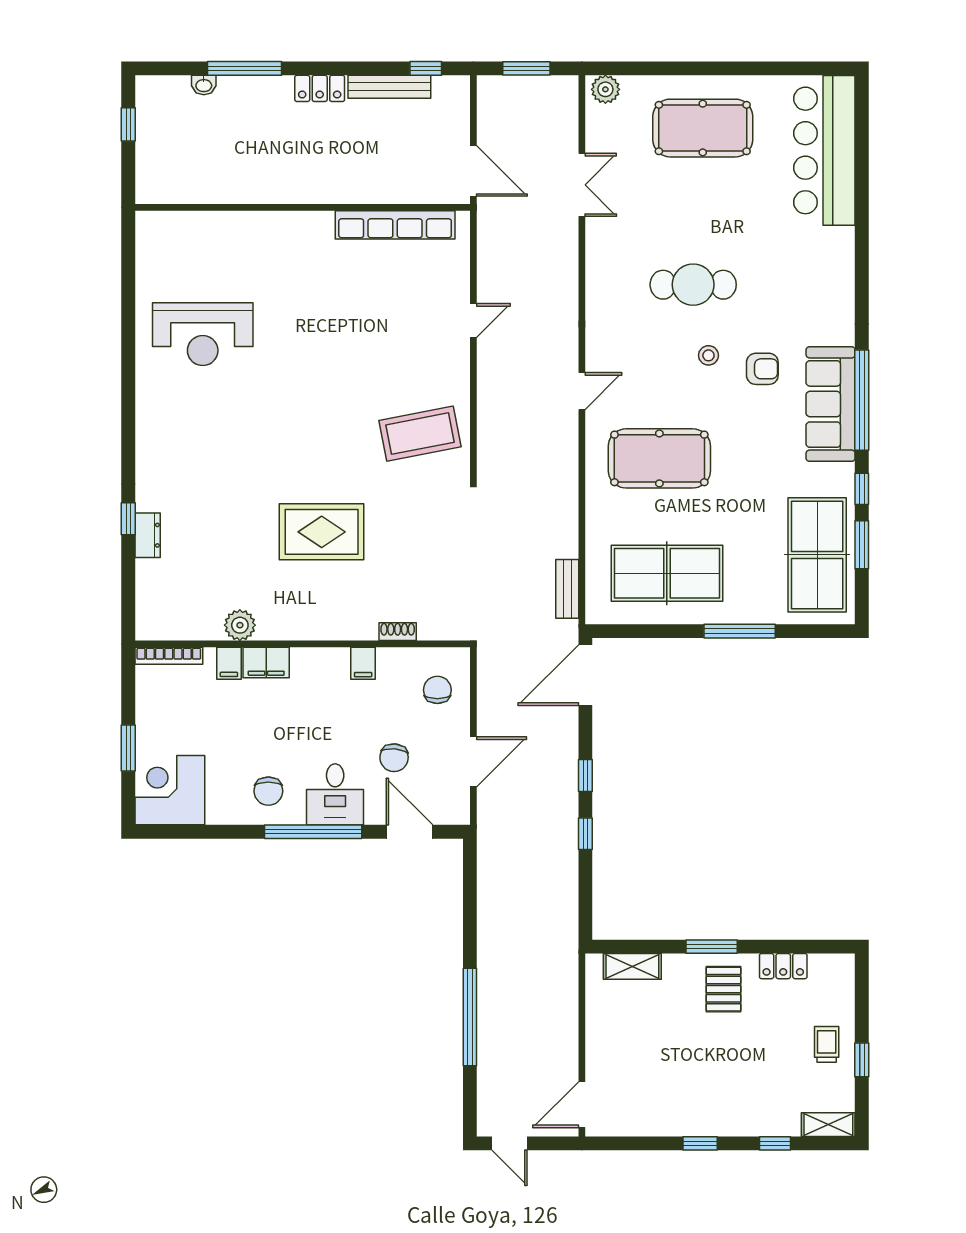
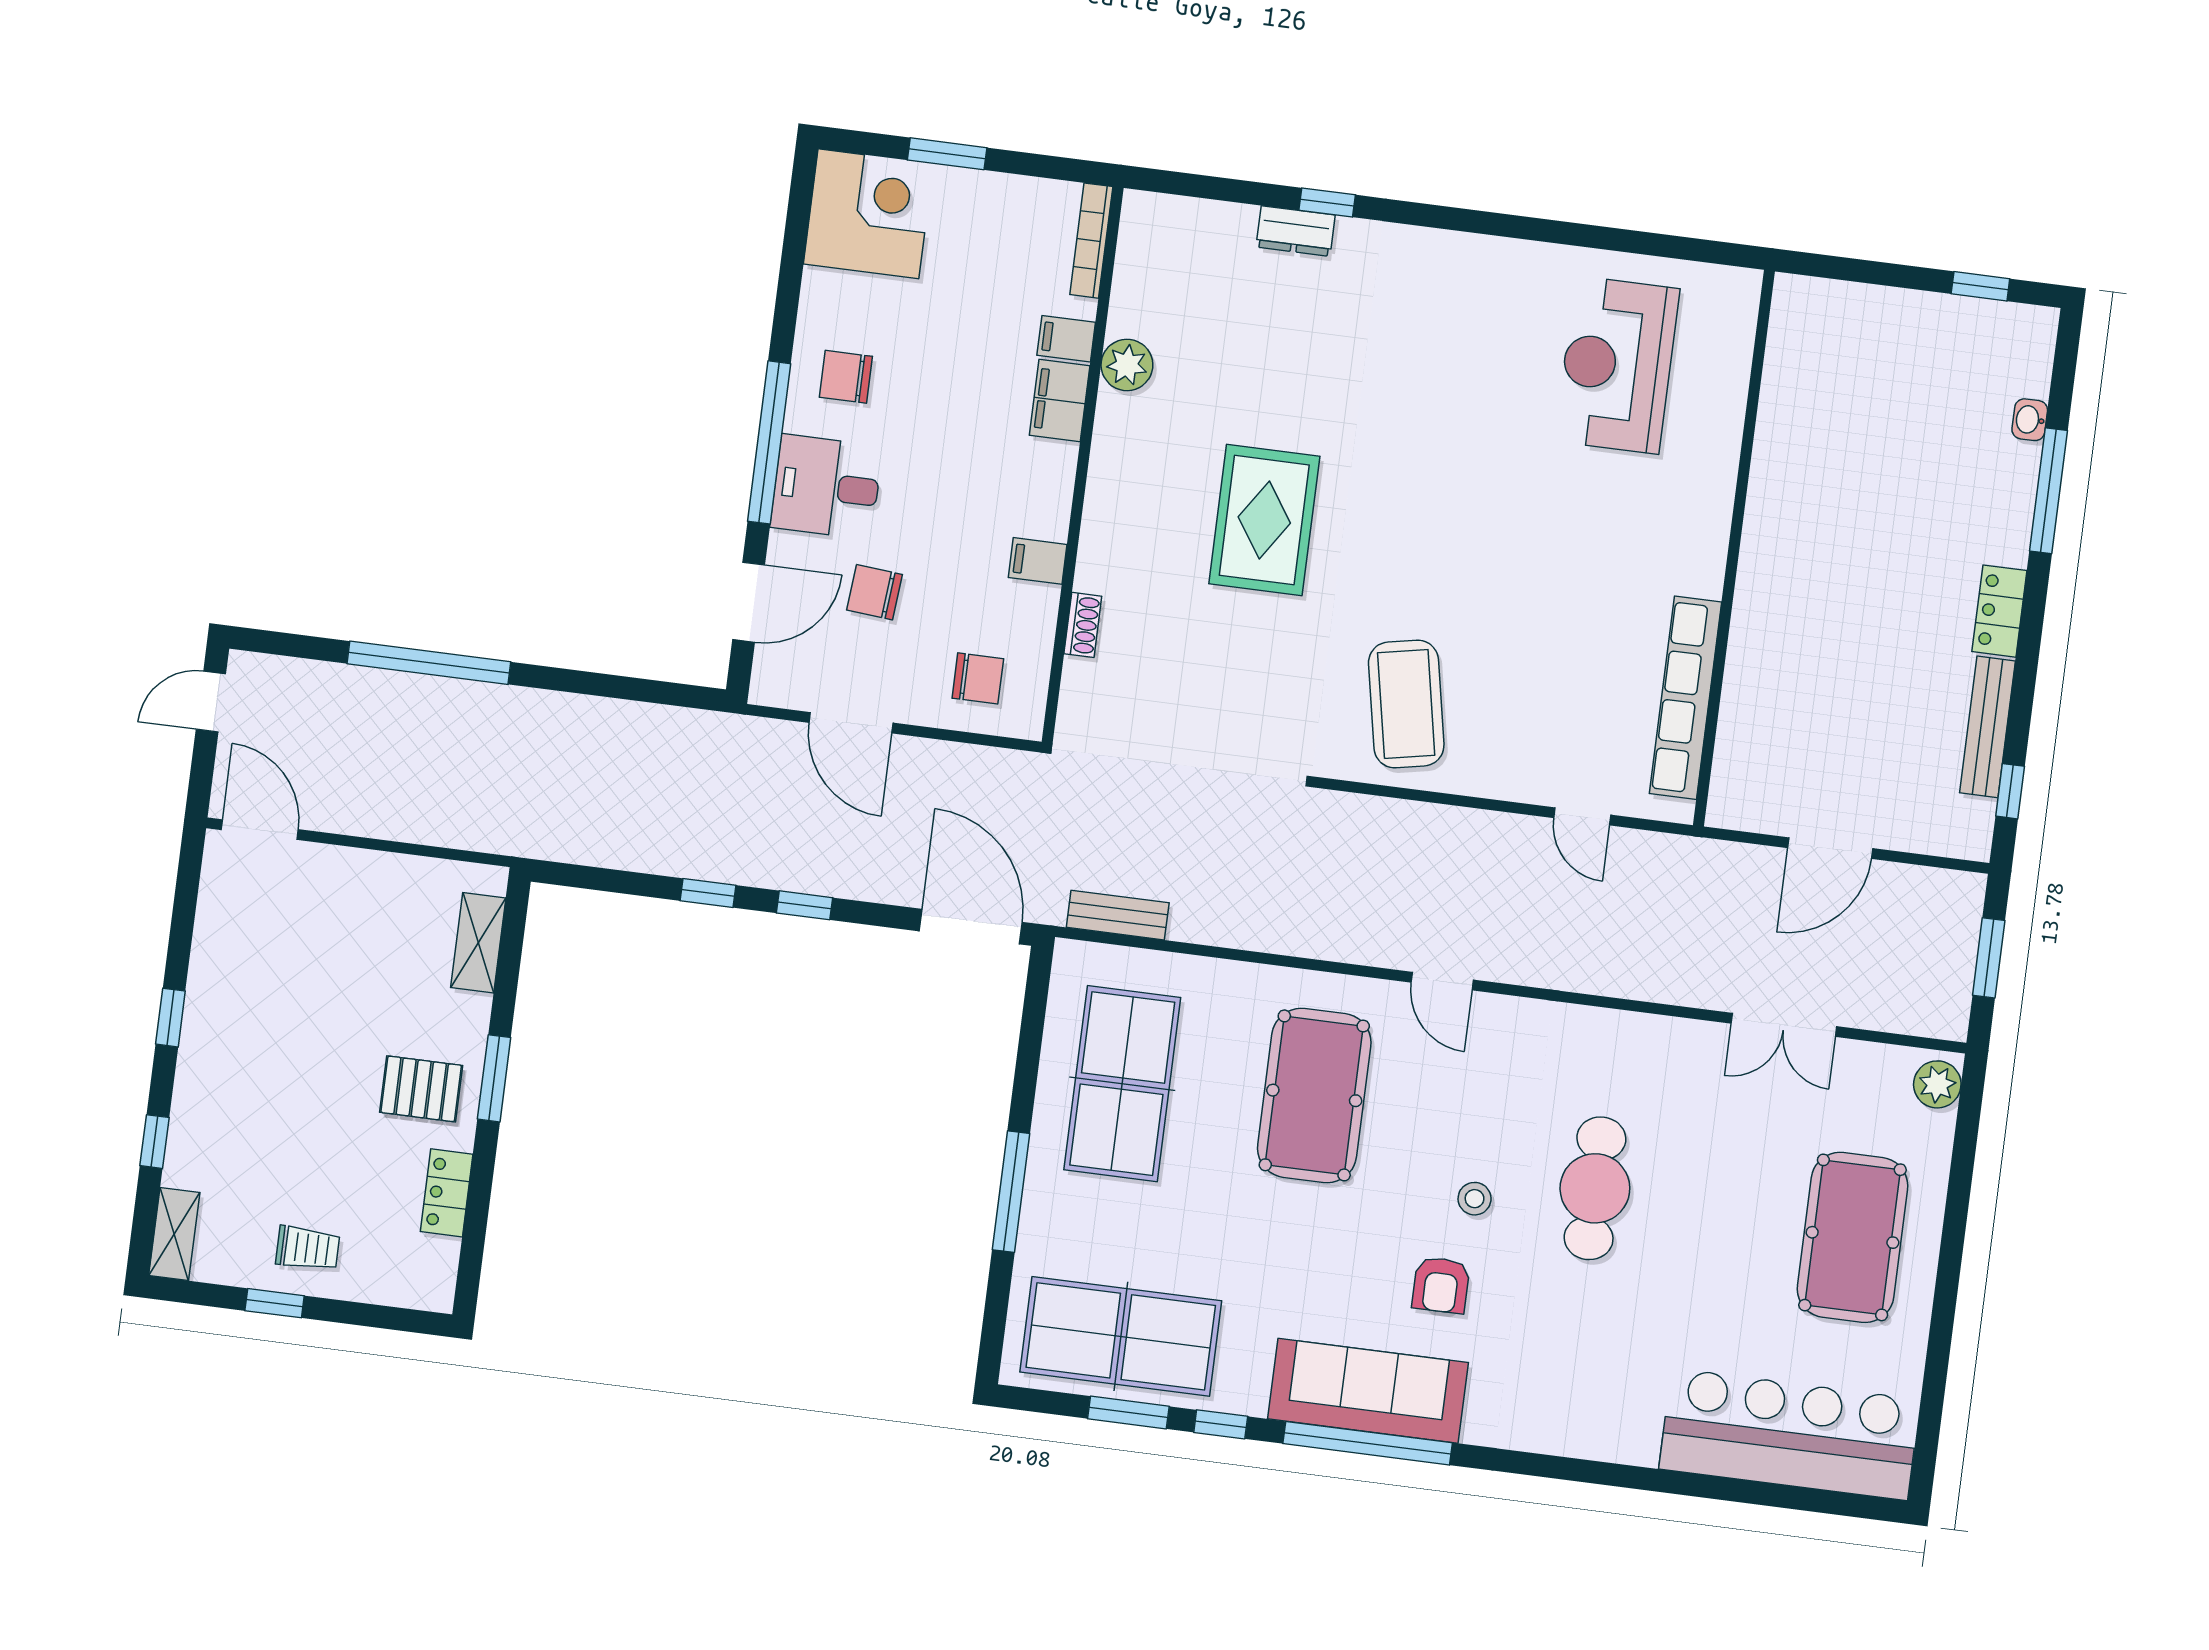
wall: (303, 207) -> (1734, 548), moved
row of seats: (395, 225) -> (1685, 698), moved

